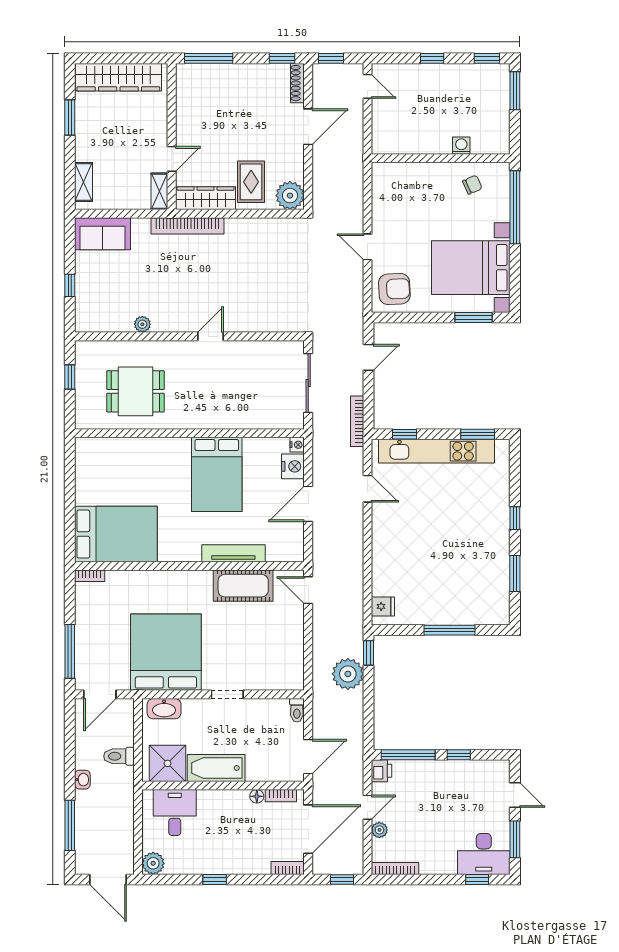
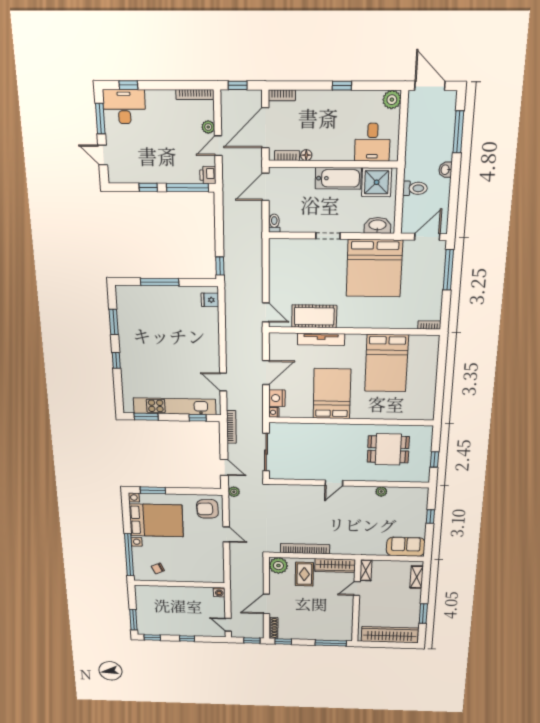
washing machine: (461, 146) -> (219, 592), moved
bookcase: (188, 226) -> (305, 549), moved
door: (368, 357) -> (224, 467), swing flipped
bed: (116, 534) -> (386, 363), moved, turned -90
plant: (348, 674) -> (234, 492), moved, width x0.53, depth x0.53

